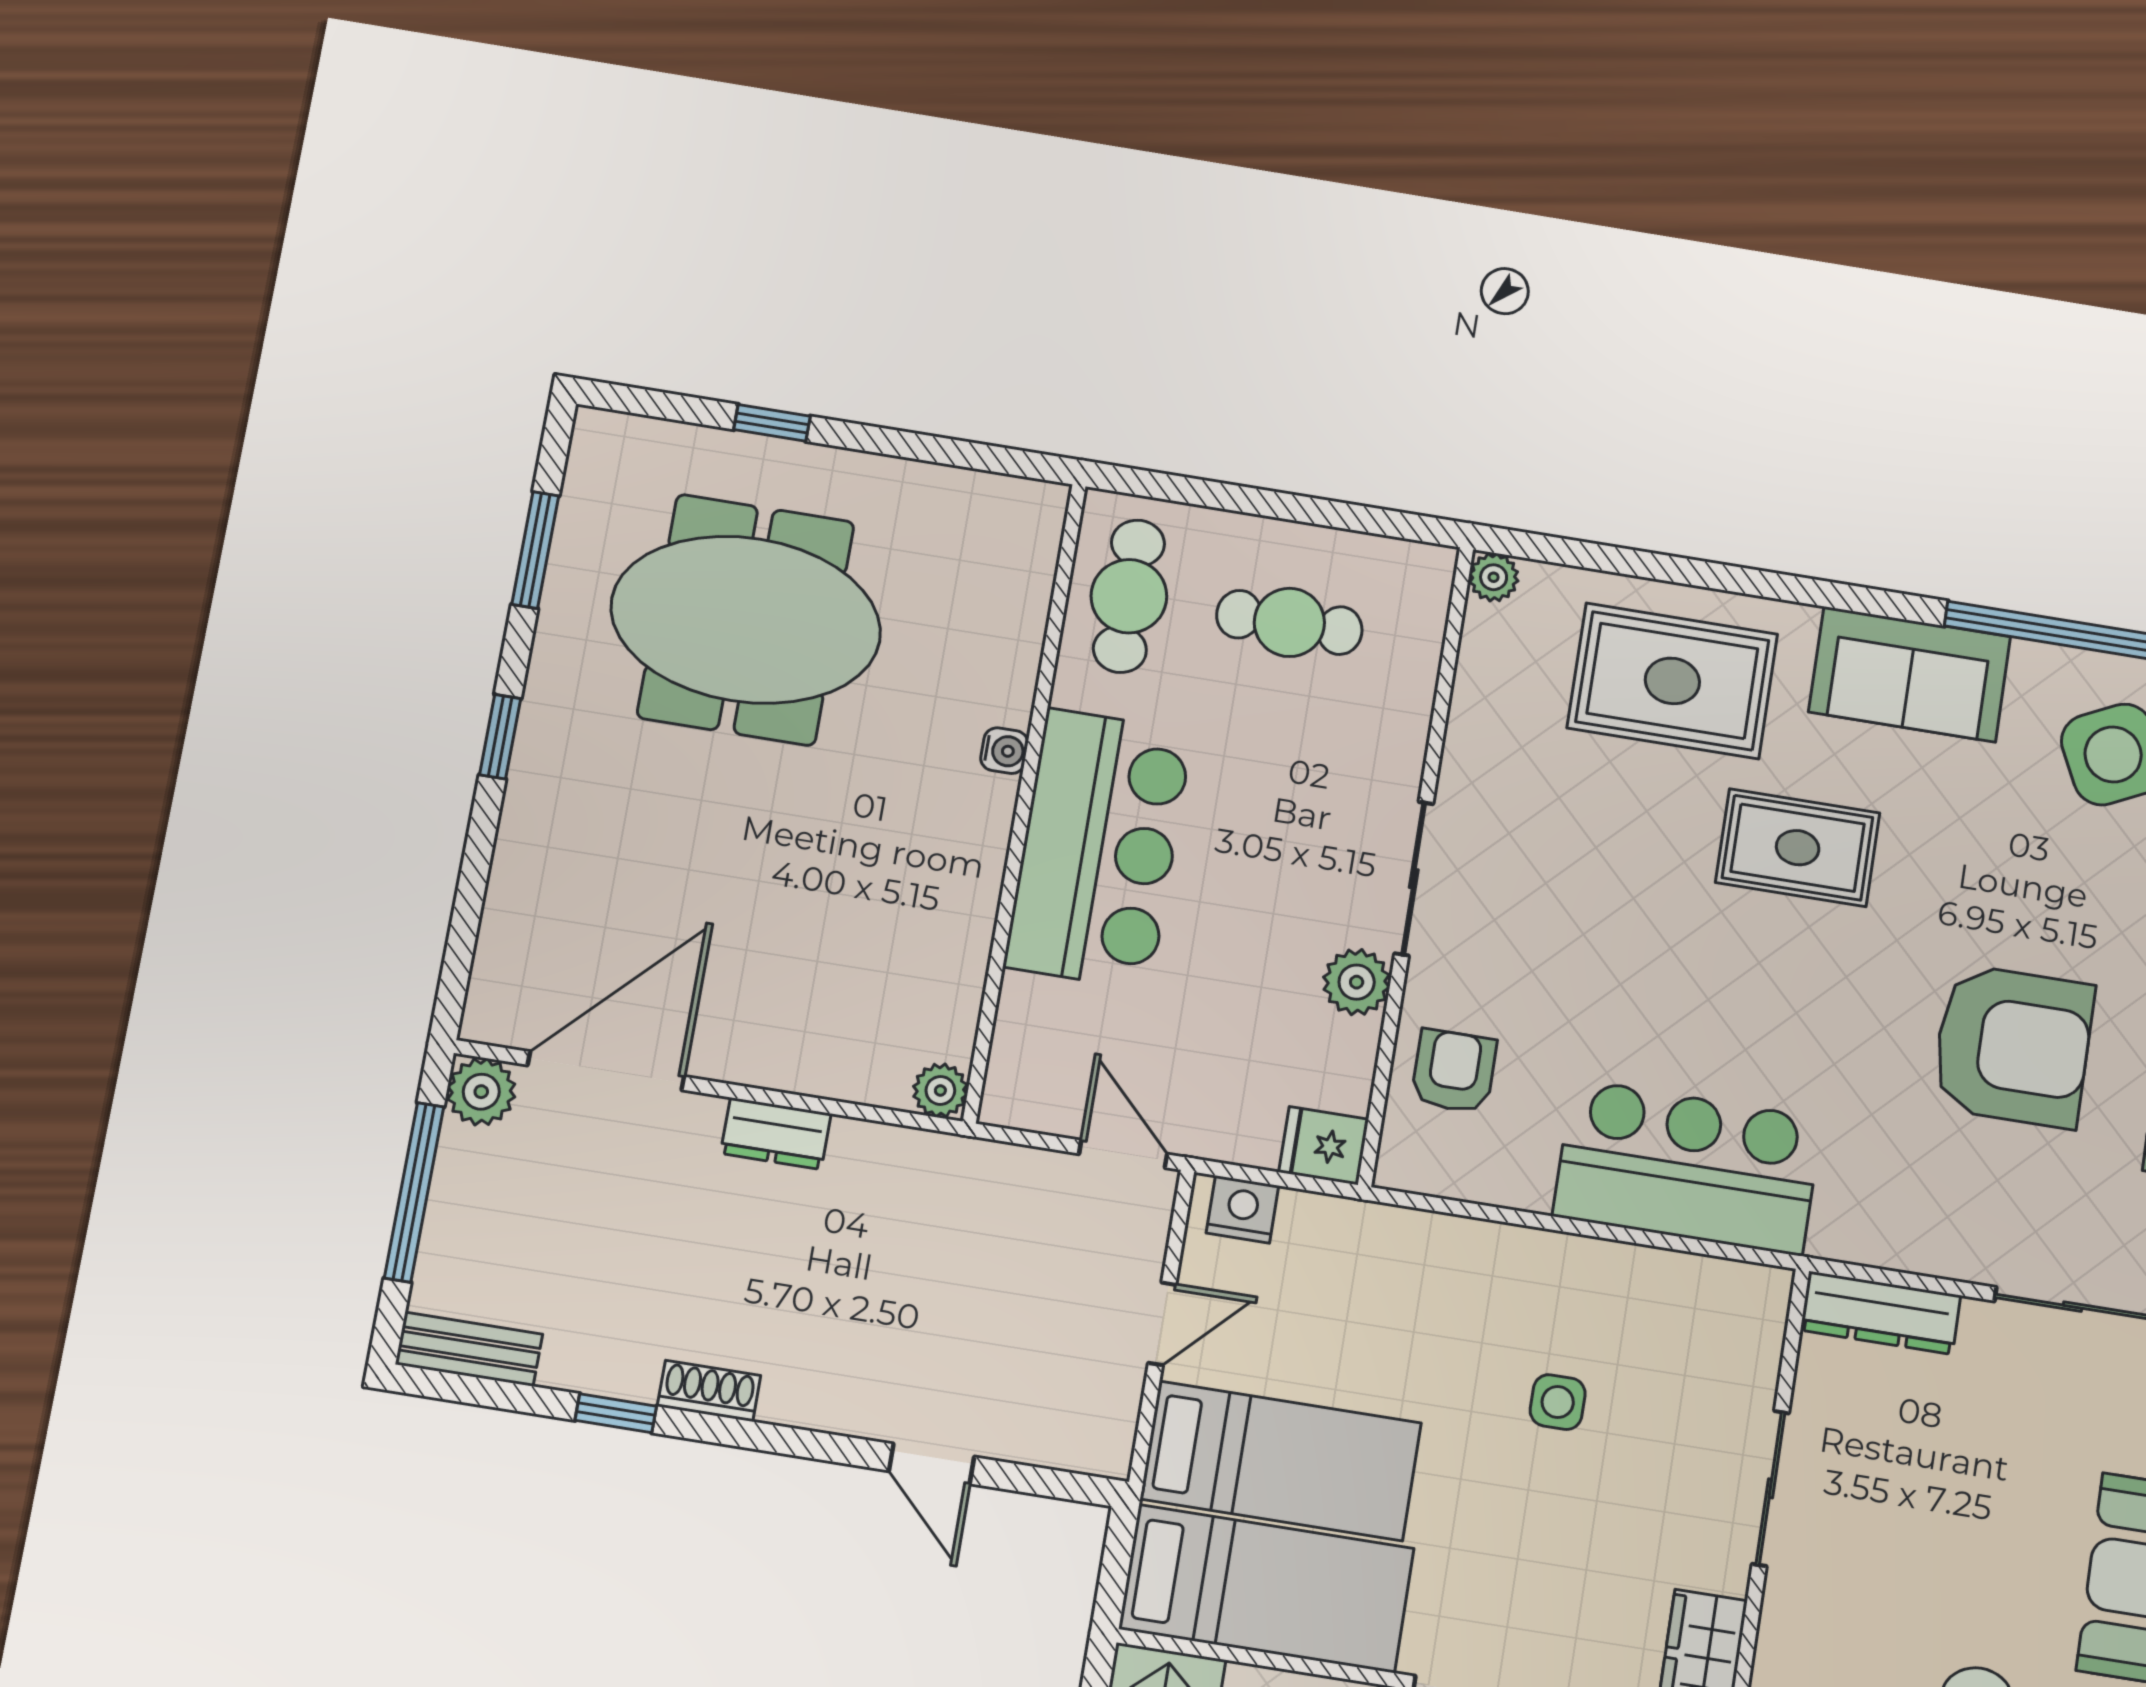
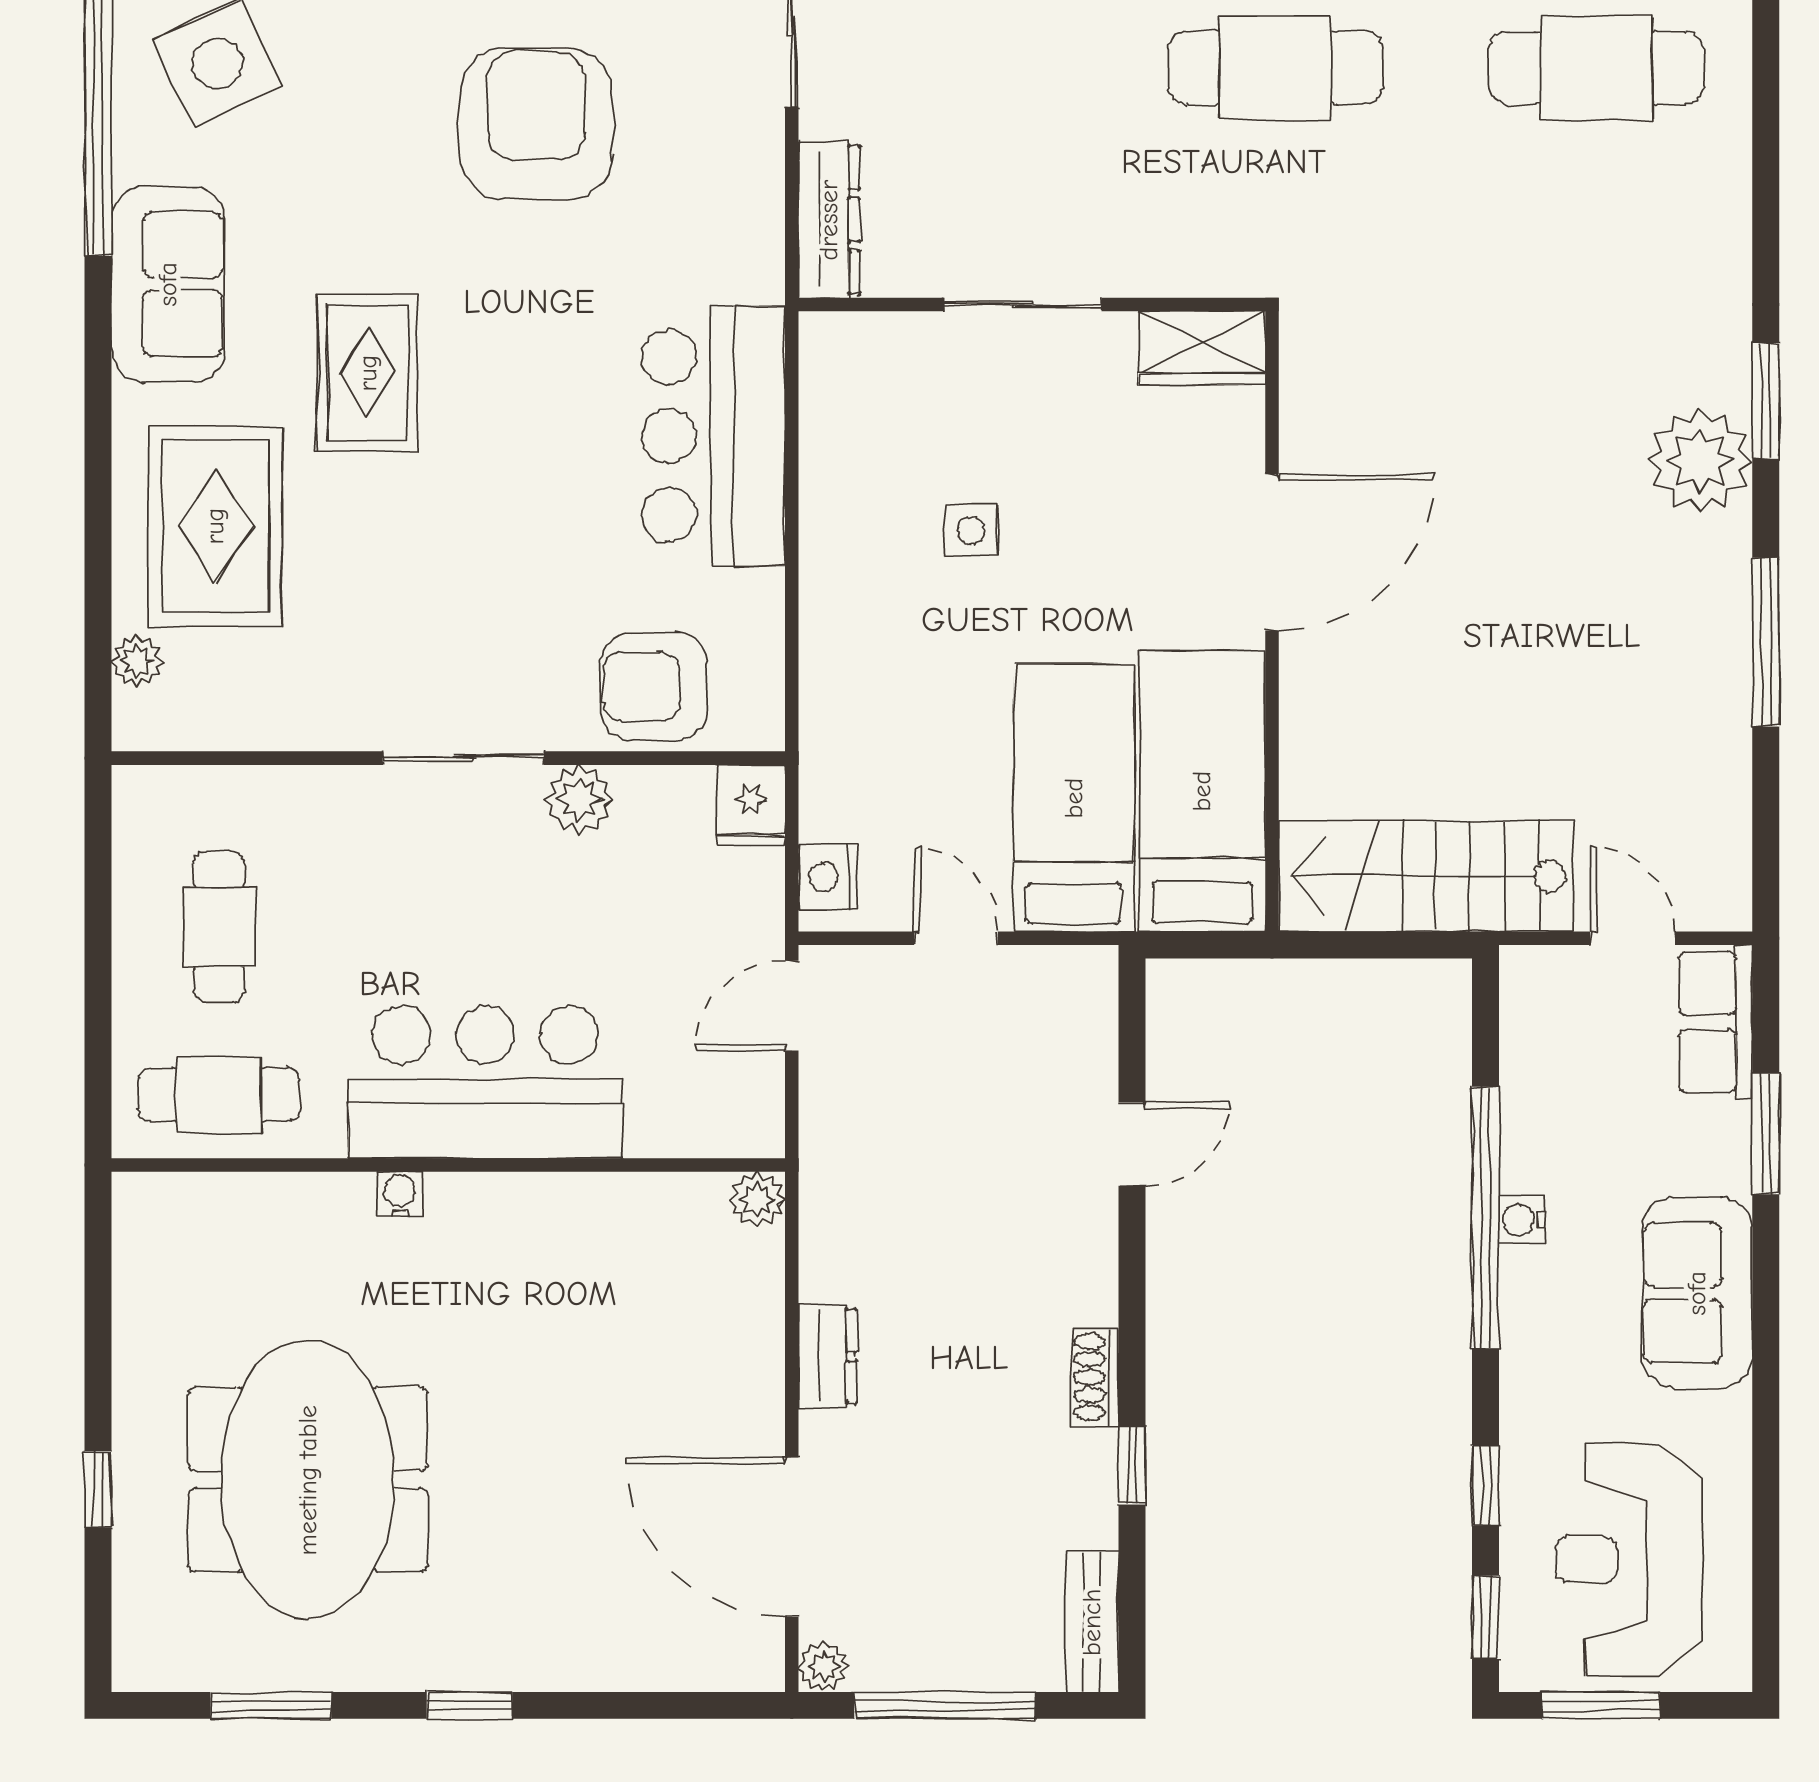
plant: (1494, 577) -> (137, 661), moved
armchair: (1454, 1071) -> (654, 687), width x1.38, depth x1.38
plant: (481, 1092) -> (824, 1667), width x0.73, depth x0.73

